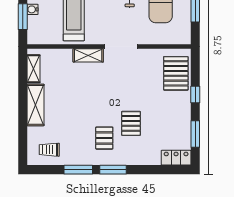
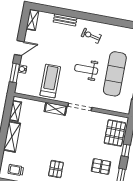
pallet: (131, 123) -> (101, 166), moved, turned 90

